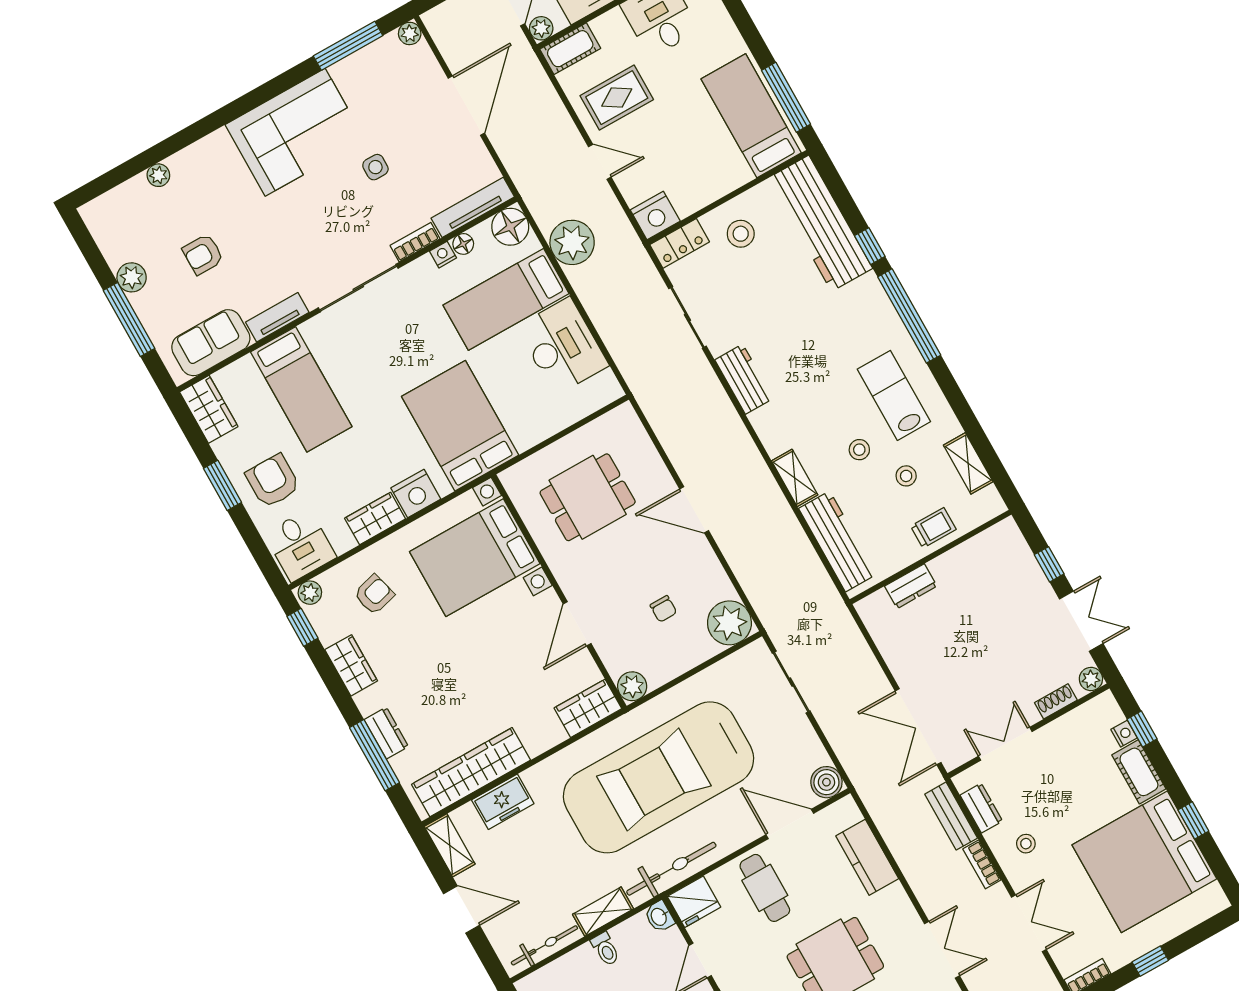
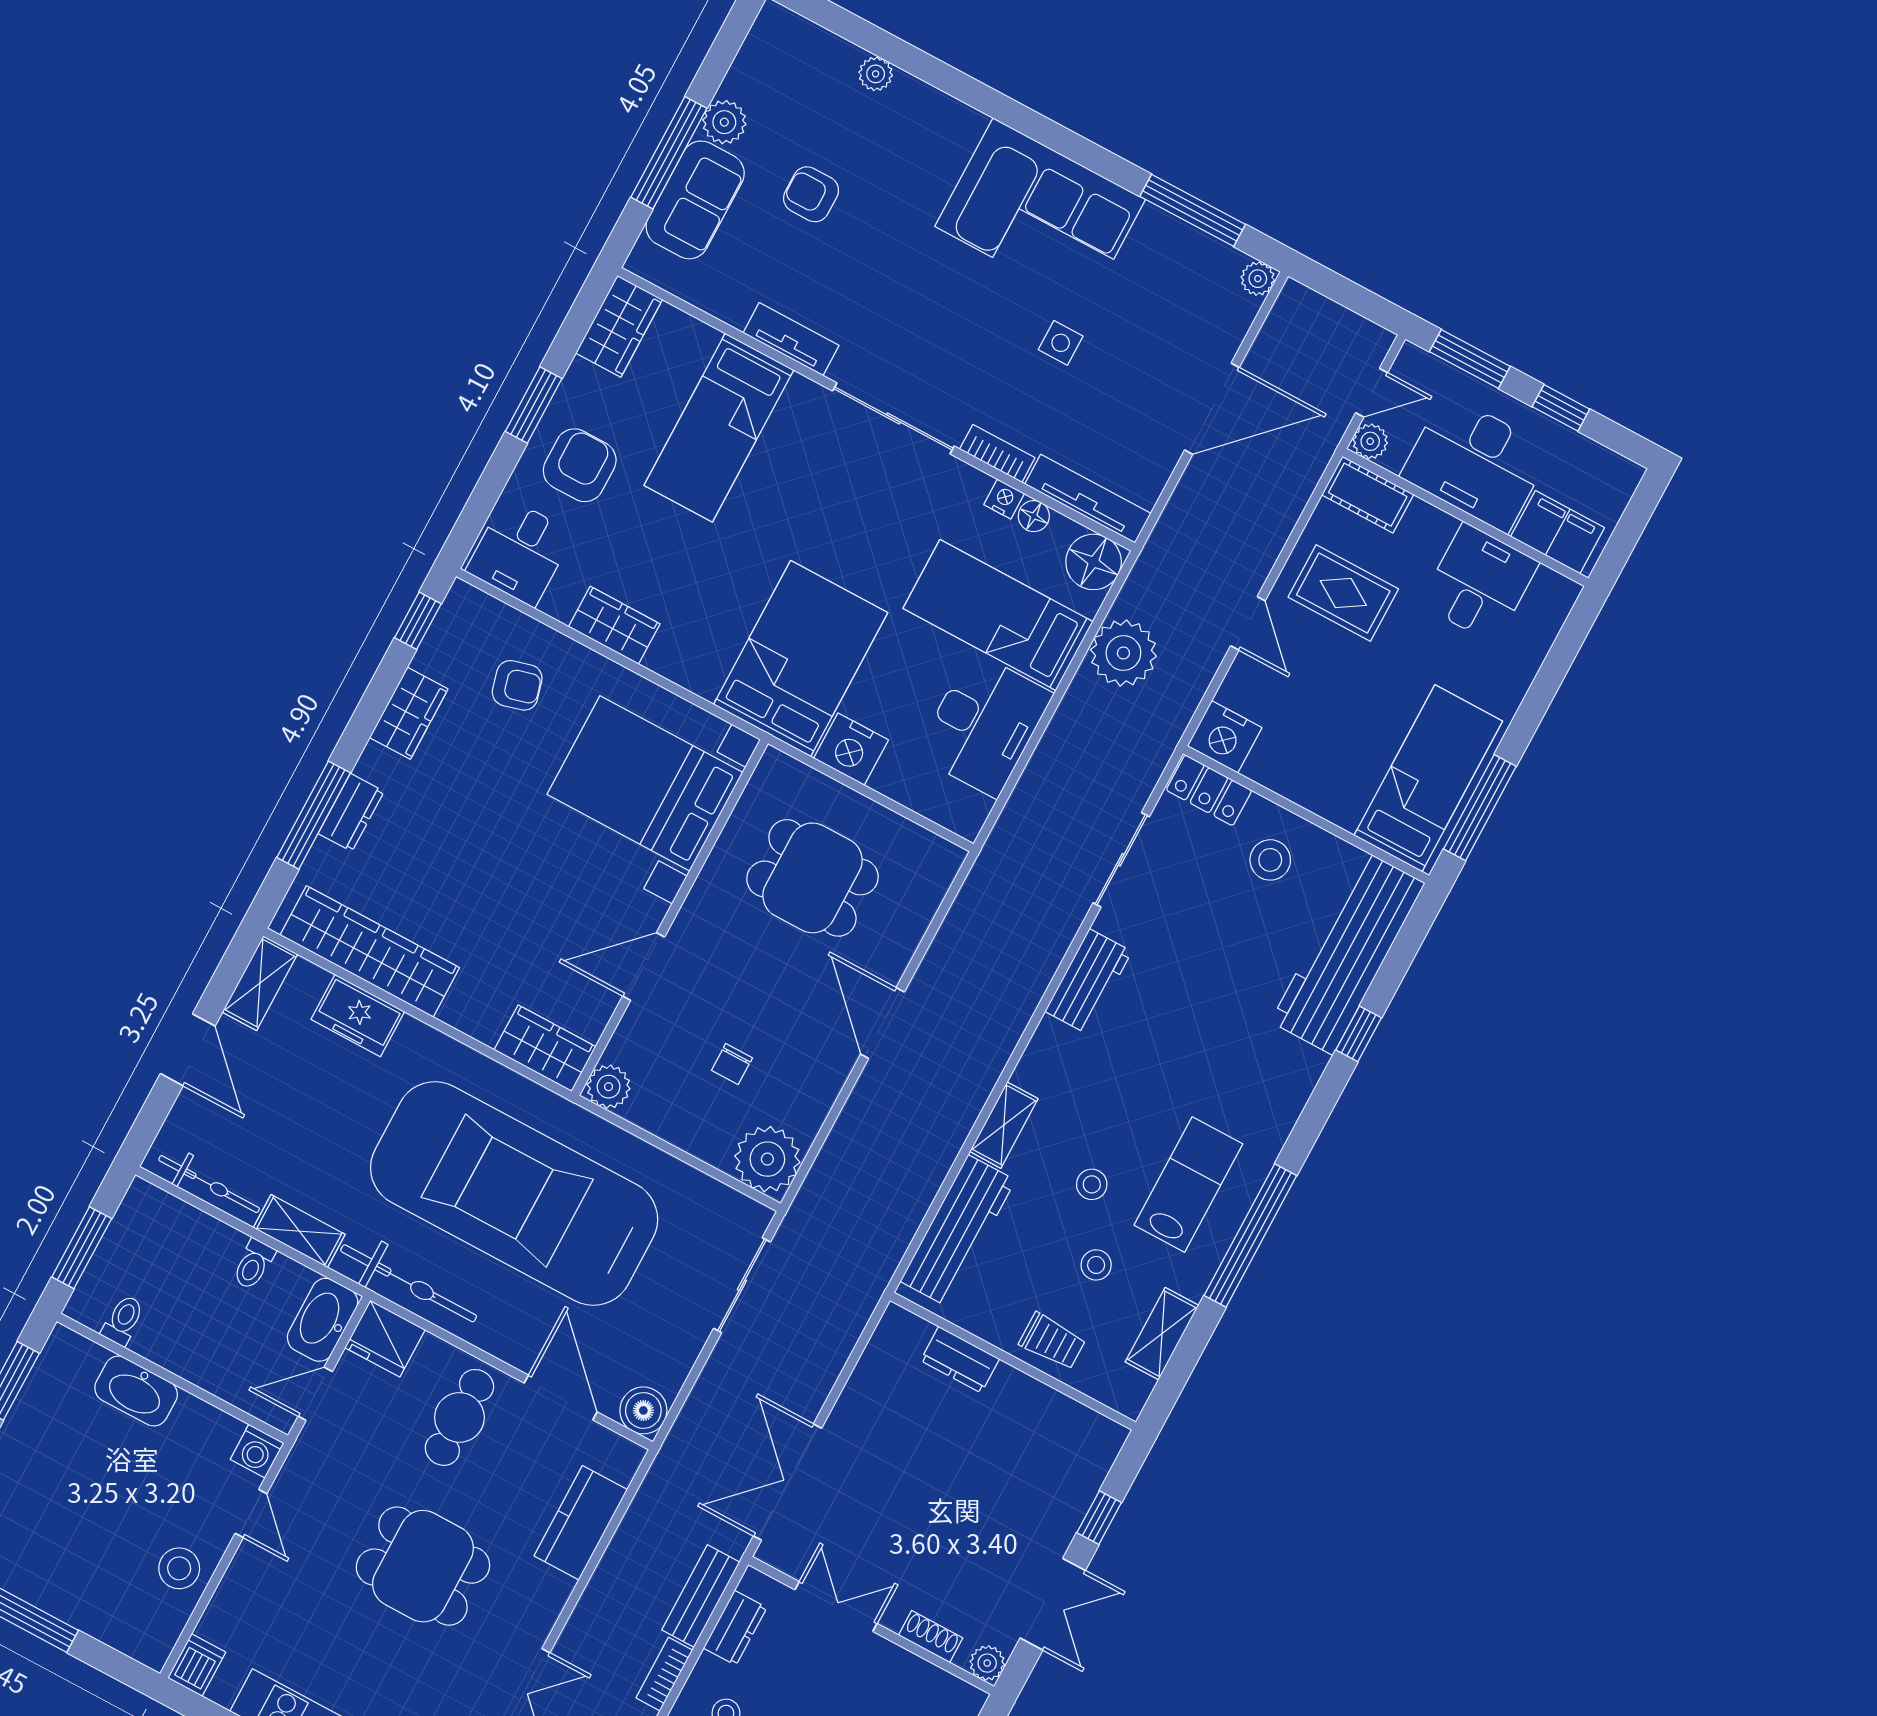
window: (909, 316) -> (1250, 1235), moved
sofa: (211, 343) -> (695, 200), moved, turned 90
nightstand: (416, 493) -> (851, 749), moved
plant: (310, 593) -> (468, 602), removed
washbasin: (659, 917) -> (323, 1320), width x1.91, depth x1.45

